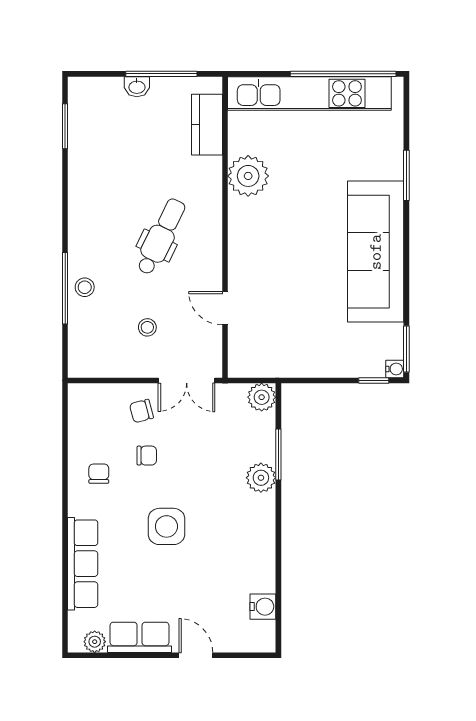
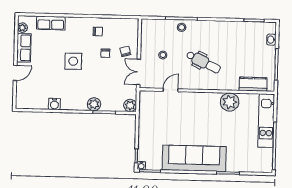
washbasin: (137, 87) -> (271, 40), moved
kitchen unit: (309, 93) -> (266, 121), width x0.73
row of seats: (83, 564) -> (51, 23), width x0.68
water cooler: (263, 607) -> (54, 104), moved

